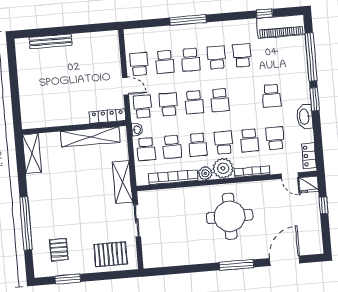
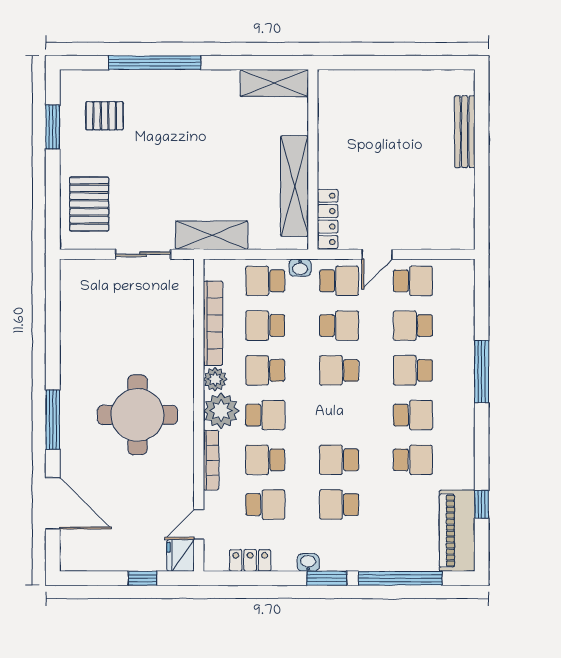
school desk: (220, 100) -> (339, 460), moved
washbasin: (305, 117) -> (308, 563), width x0.52, depth x0.69
locker: (309, 156) -> (250, 560), moved

